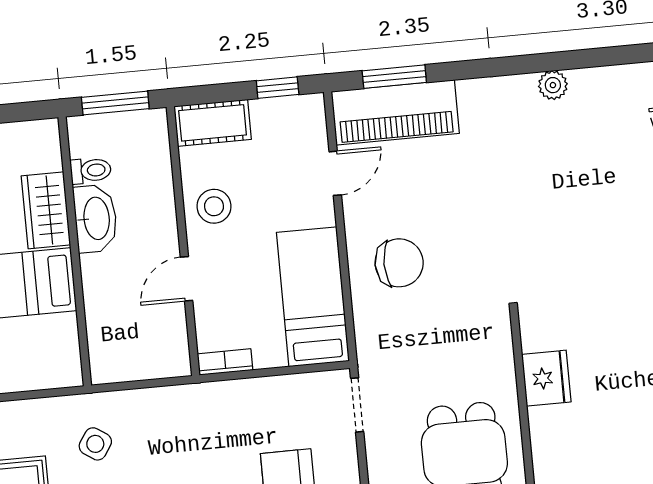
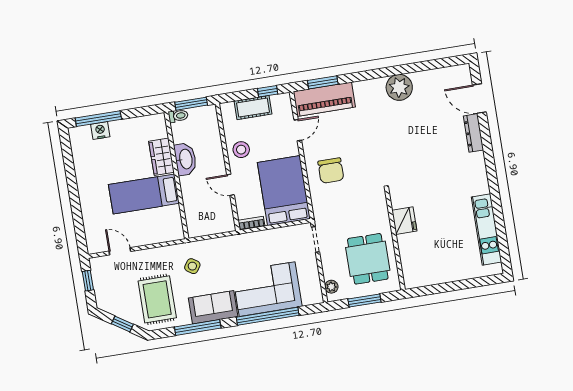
plant: (553, 85) -> (399, 87), width x1.87, depth x1.87
cot: (213, 123) -> (253, 108), moved
toilet: (91, 170) -> (178, 116), moved
chair: (399, 263) -> (331, 171), turned 90
door: (187, 279) -> (230, 185), hinge flipped
bed: (313, 297) -> (284, 191), width x1.50

